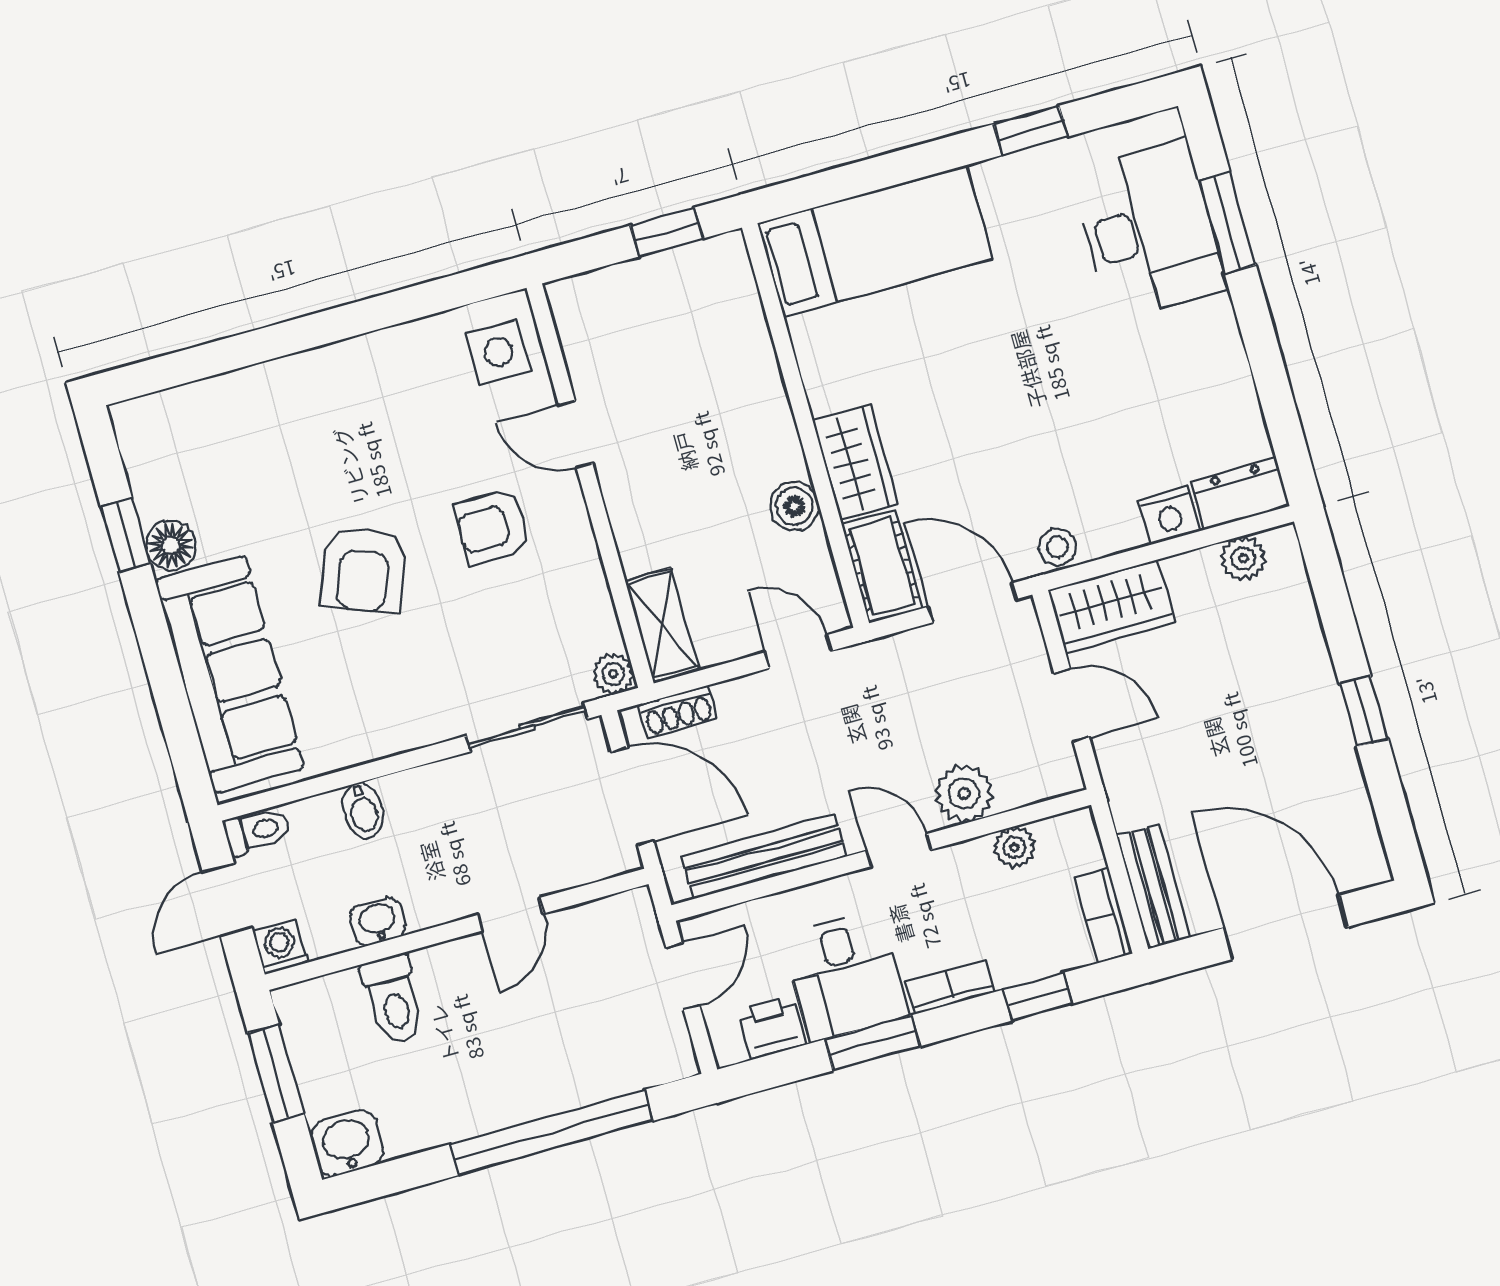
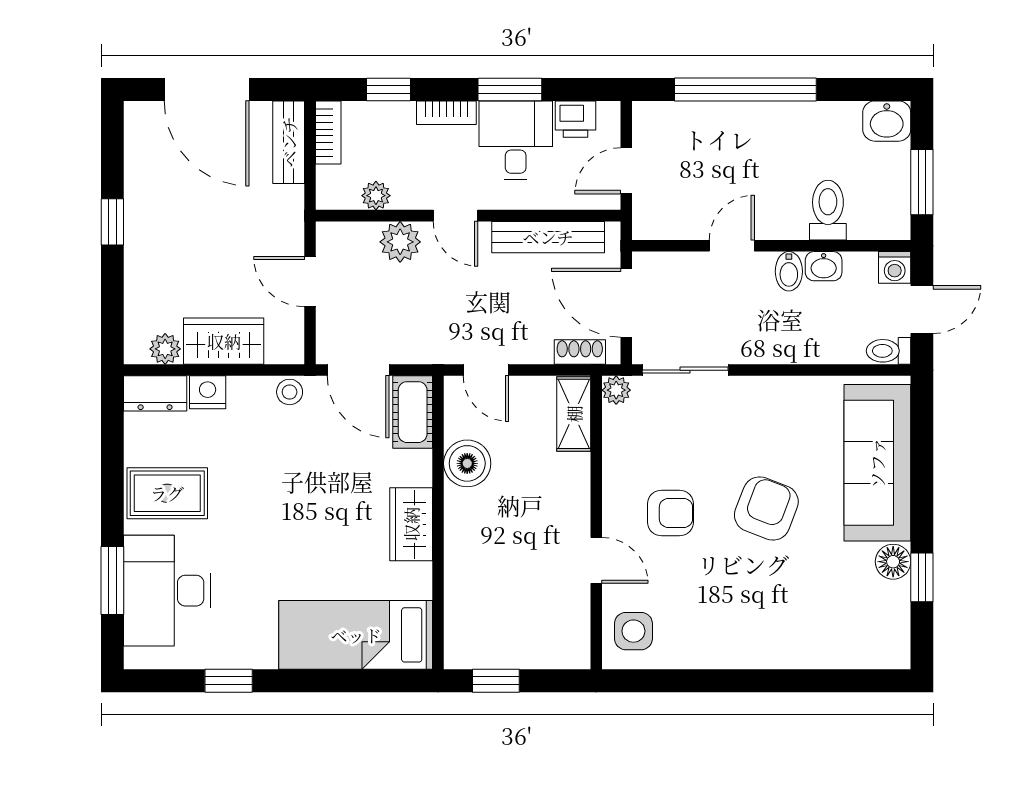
rug: (1186, 362) -> (167, 493), added
wardrobe: (855, 462) -> (411, 524), moved
boiler: (794, 506) -> (467, 463), width x1.36, depth x1.36
wardrobe: (1111, 607) -> (224, 341), moved
bidet: (363, 810) -> (789, 271), moved, turned 180

